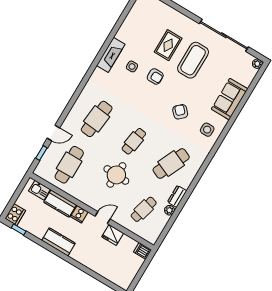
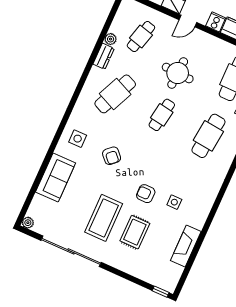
fireplace: (111, 55) -> (186, 246), moved

